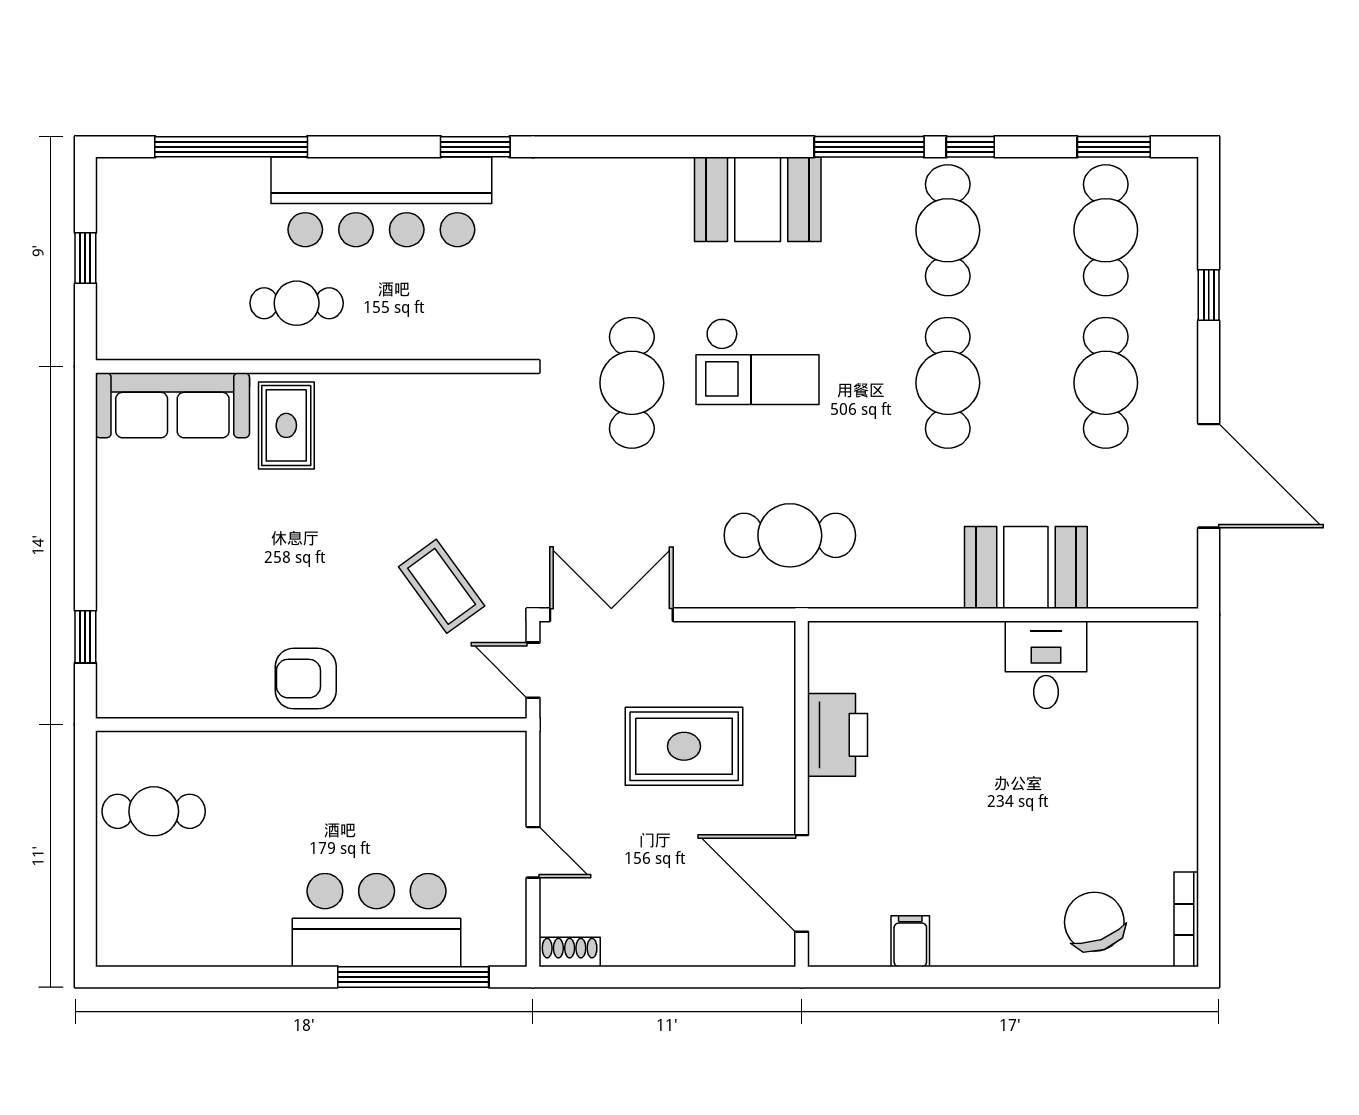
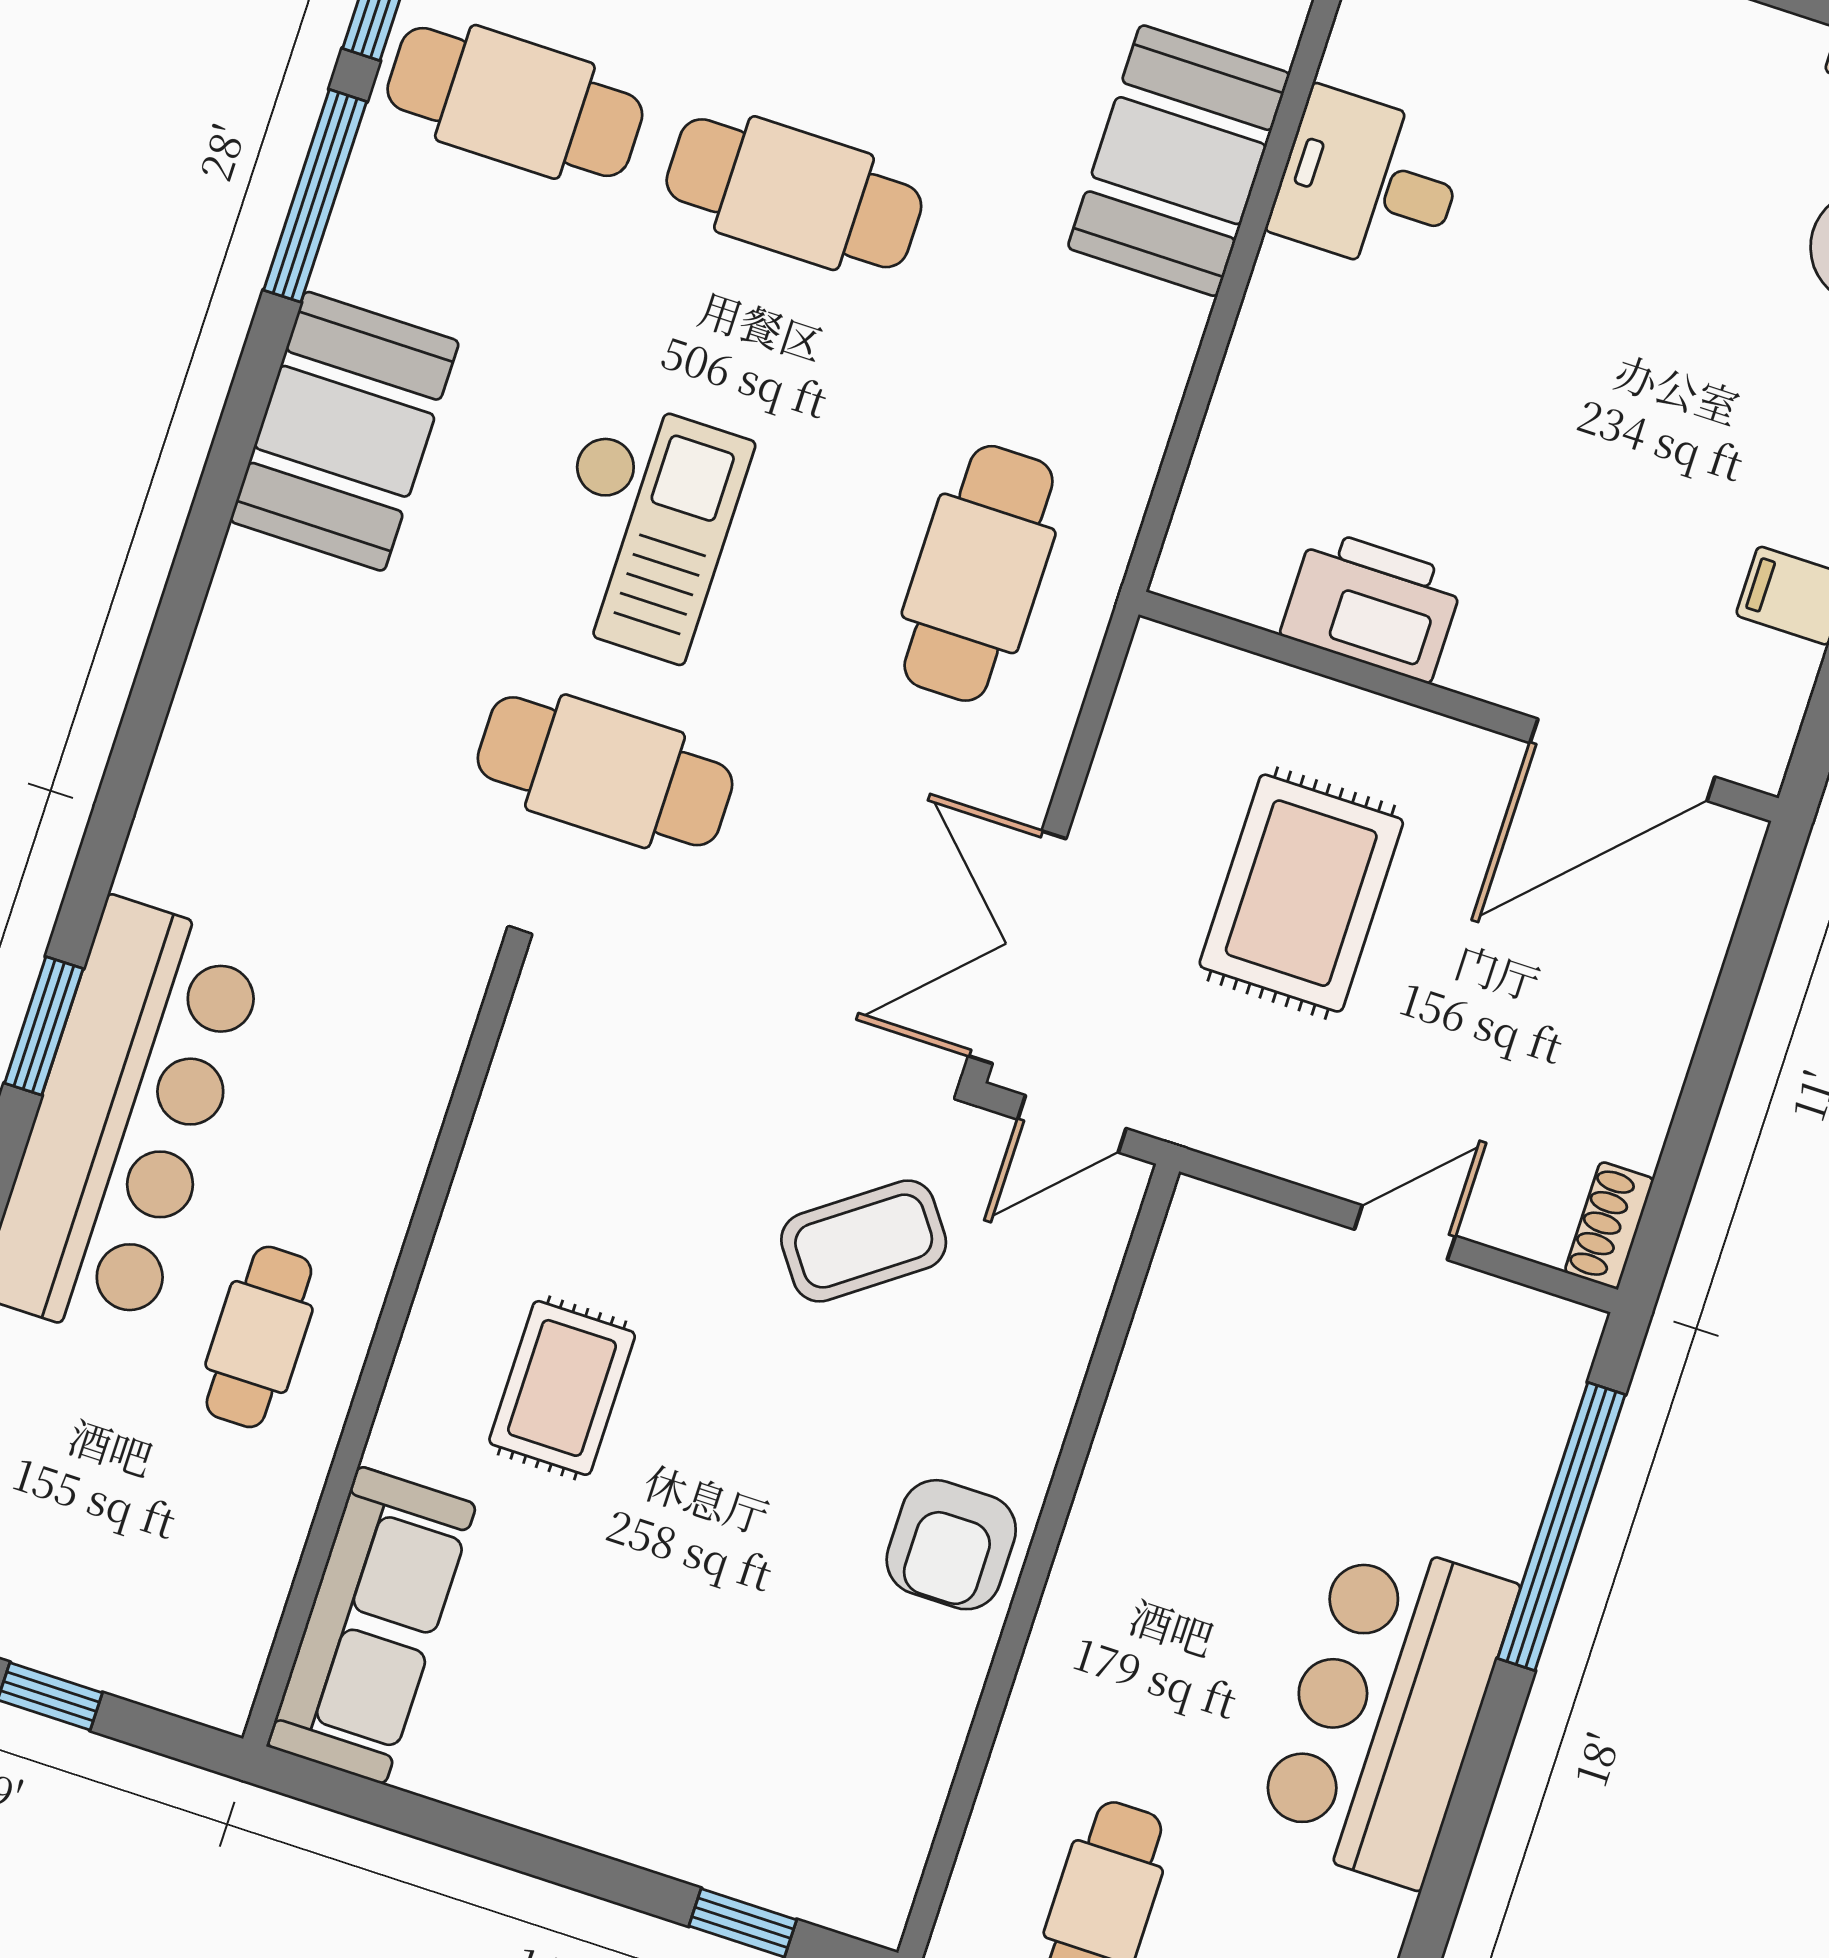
window: (475, 147) -> (44, 1026), moved
rug: (286, 425) -> (562, 1388), moved, turned 90
bar counter: (377, 920) -> (1386, 1711), moved

